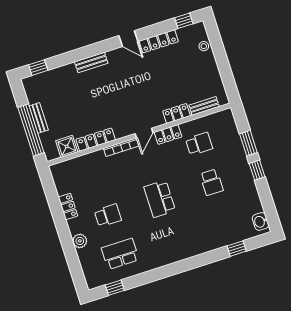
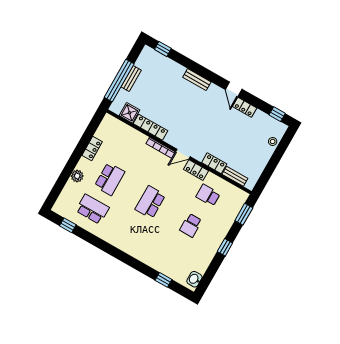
locker: (159, 41) -> (245, 107), width x0.66
window: (248, 143) -> (244, 214), moved
school desk: (199, 144) -> (208, 195), turned 180
school desk: (108, 215) -> (110, 179), width x1.85

